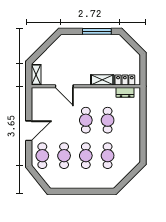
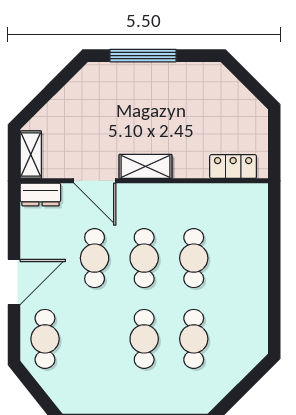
window: (97, 31) -> (143, 56), moved
shelving: (102, 80) -> (145, 166), moved
dresser: (125, 92) -> (40, 195), moved
cafe table: (64, 156) -> (95, 258), moved

